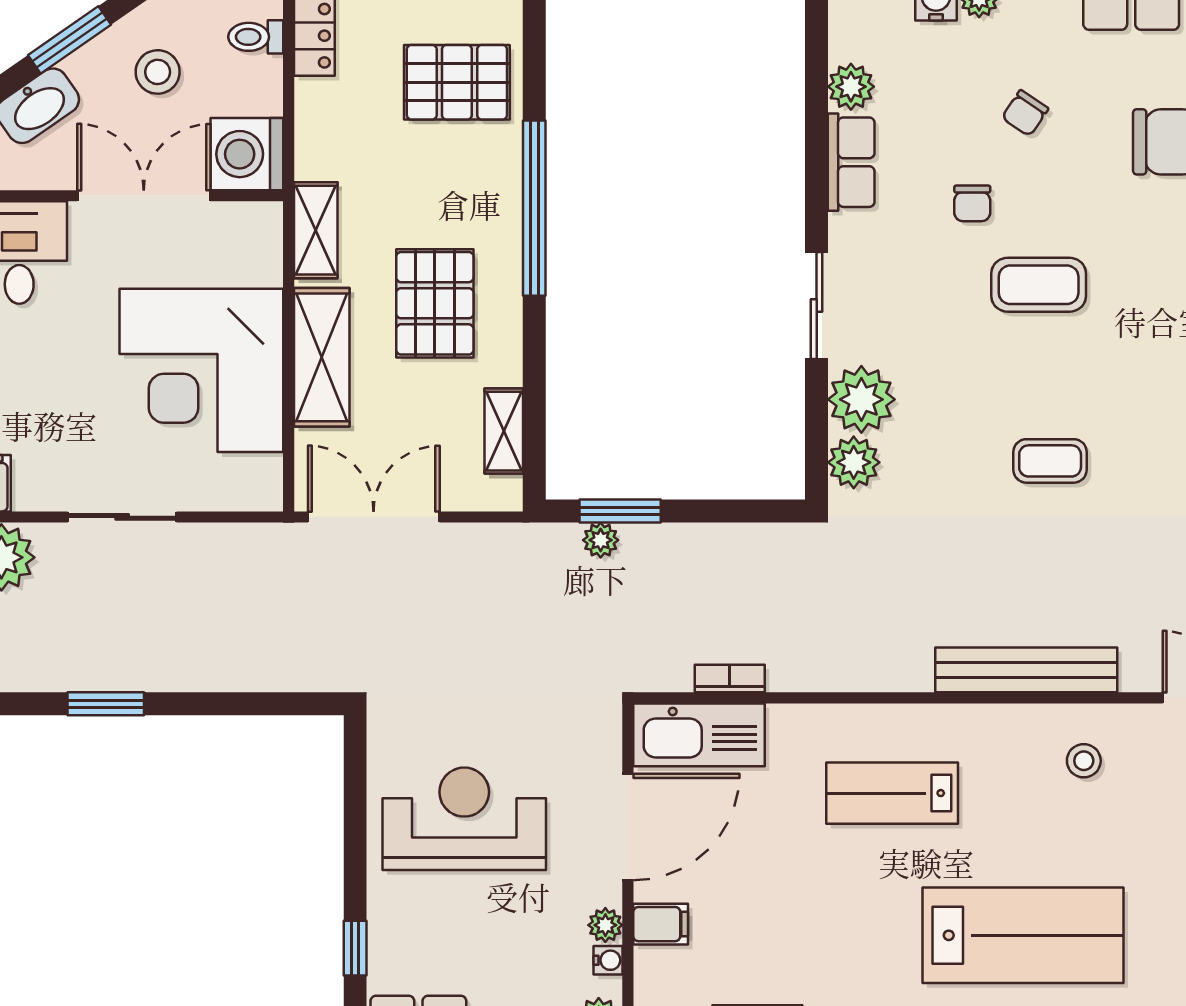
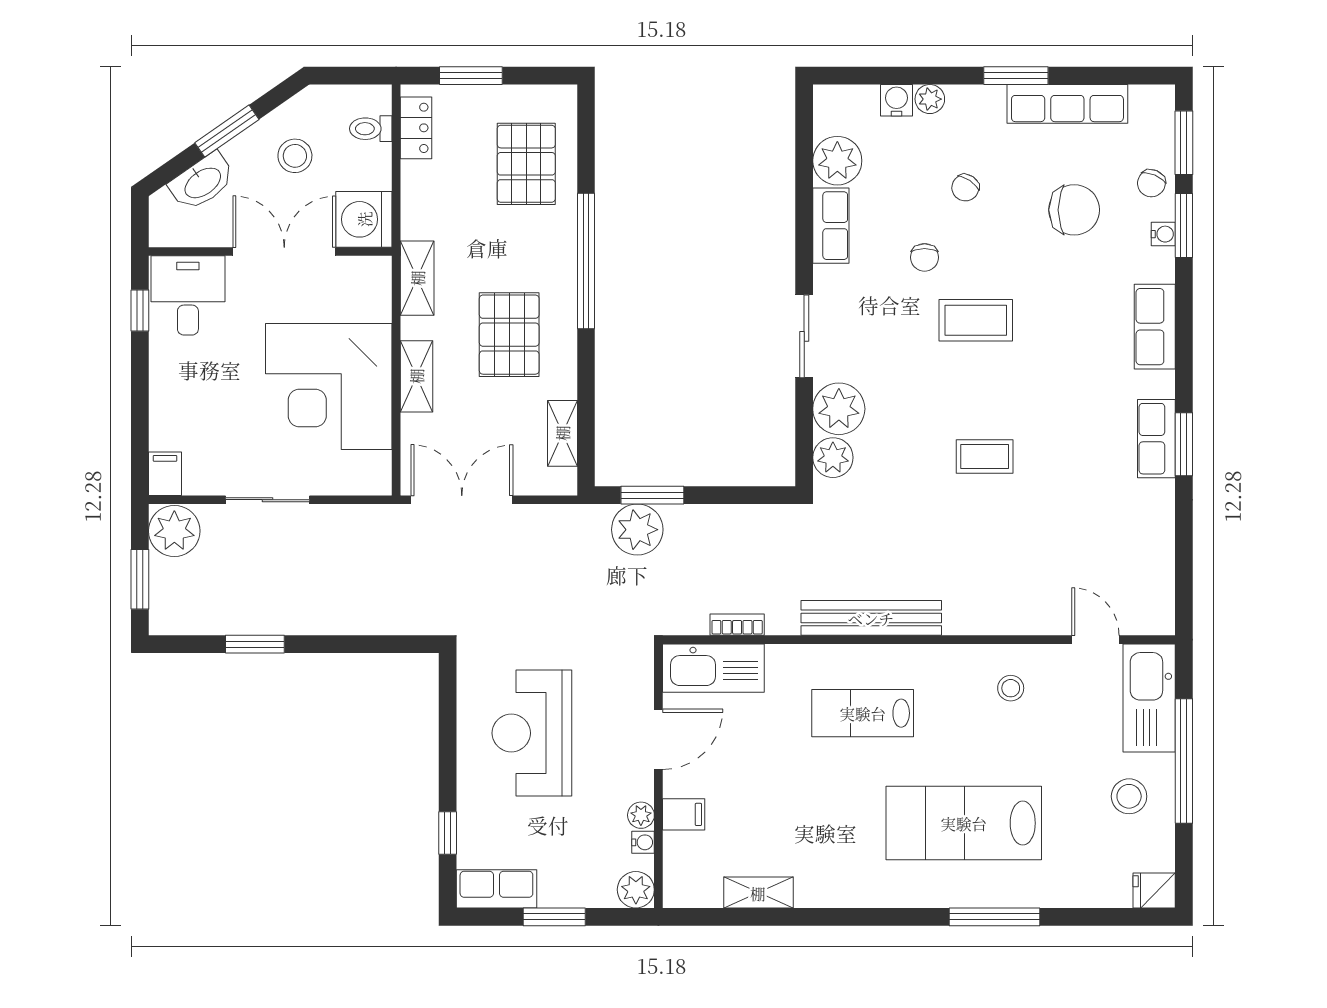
pallet: (457, 82) -> (526, 164), turned 90
plant: (851, 87) -> (837, 161), width x1.36, depth x1.36
shelving: (322, 357) -> (416, 376), width x0.67, depth x0.75
plant: (601, 540) -> (637, 530), width x1.88, depth x1.88
bench: (1026, 670) -> (871, 618), moved
reception desk: (464, 819) -> (532, 733), turned -90
door: (628, 827) -> (658, 739), width x0.73
lab bench: (1023, 935) -> (964, 823), turned 180

